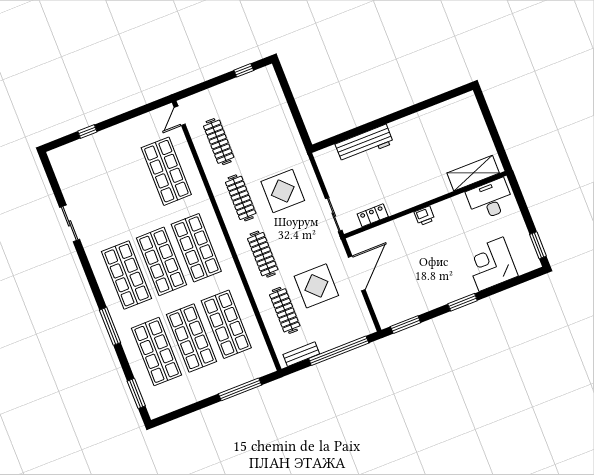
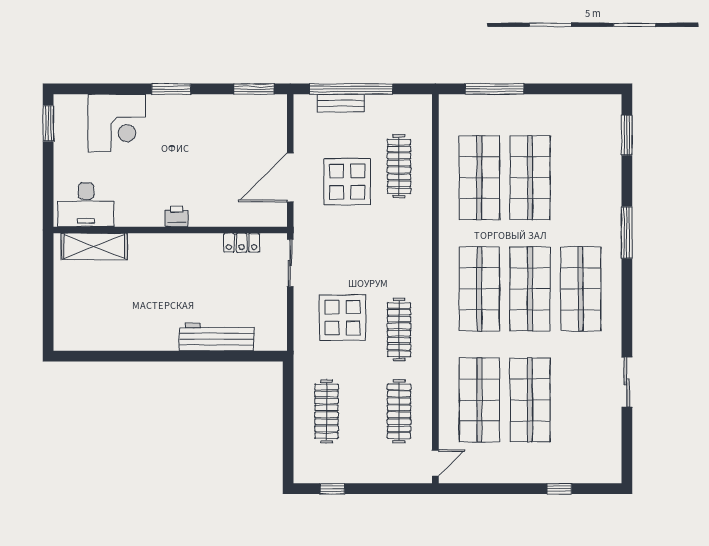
clothes rail: (263, 254) -> (327, 411), moved
shop shelf: (157, 352) -> (530, 400), moved
bench: (301, 354) -> (341, 103), moved

